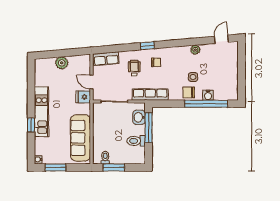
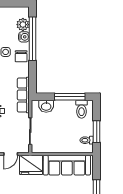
plant: (220, 94) -> (23, 25), added
fridge: (83, 97) -> (31, 165), width x1.88, depth x1.34
window: (149, 128) -> (70, 97), moved
toilet: (136, 141) -> (82, 109), moved

